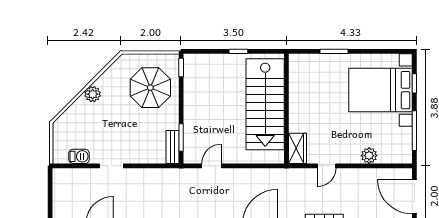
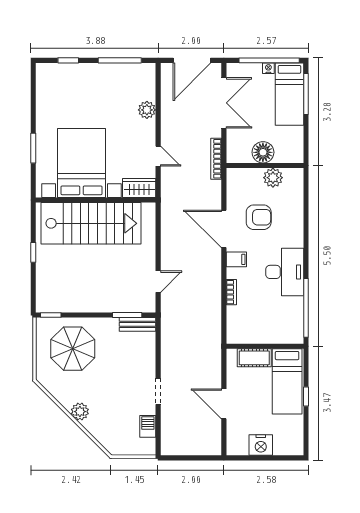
bed with nightstands: (381, 90) -> (81, 163), moved, turned 180
door: (212, 166) -> (158, 282), swing flipped

